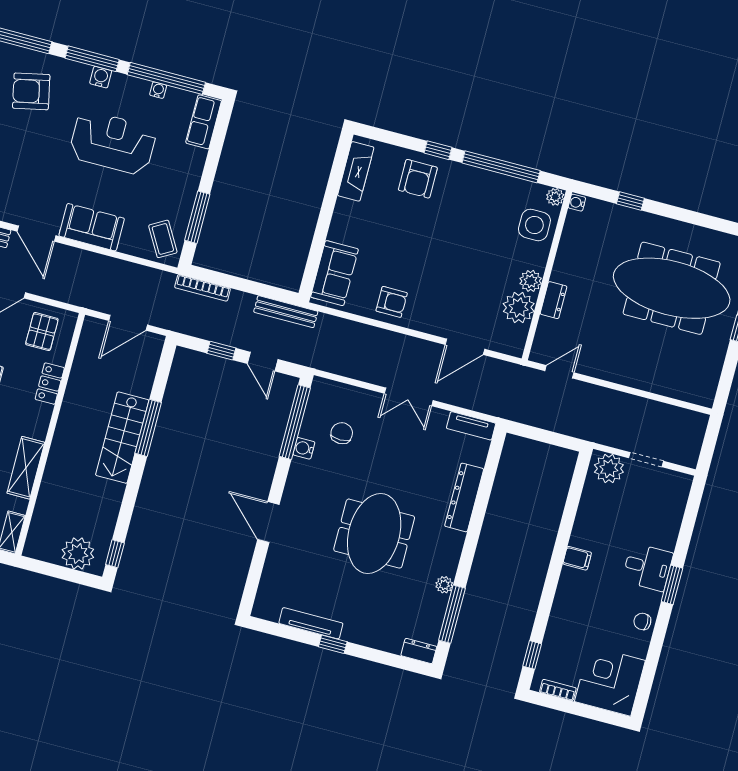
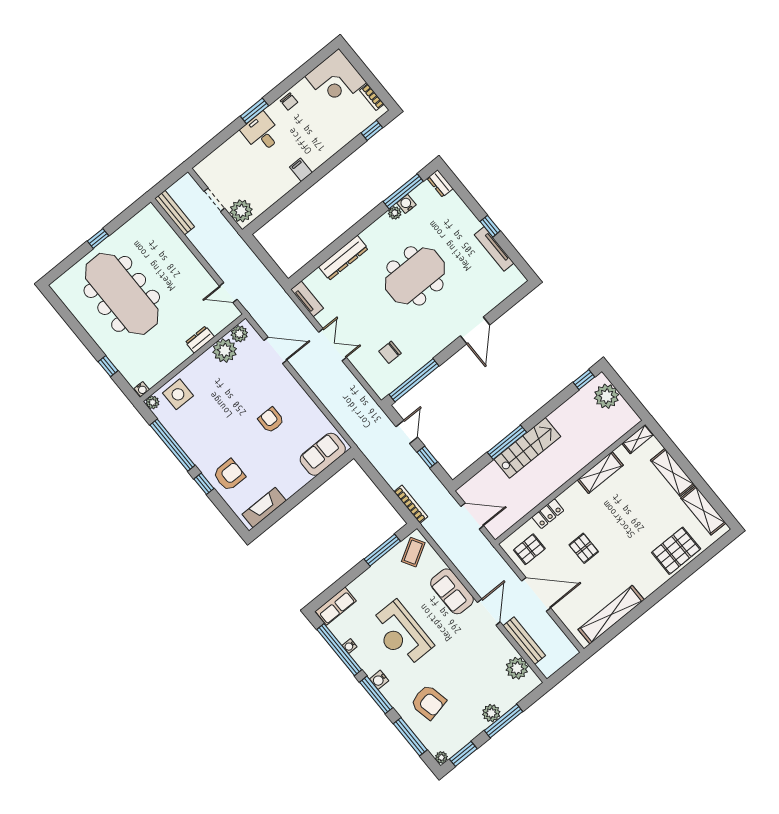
plant: (531, 281) -> (239, 334), moved
armchair: (392, 302) -> (271, 420), moved
bench: (286, 312) -> (175, 213), moved
water cooler: (304, 448) -> (406, 204), moved, turned 180

